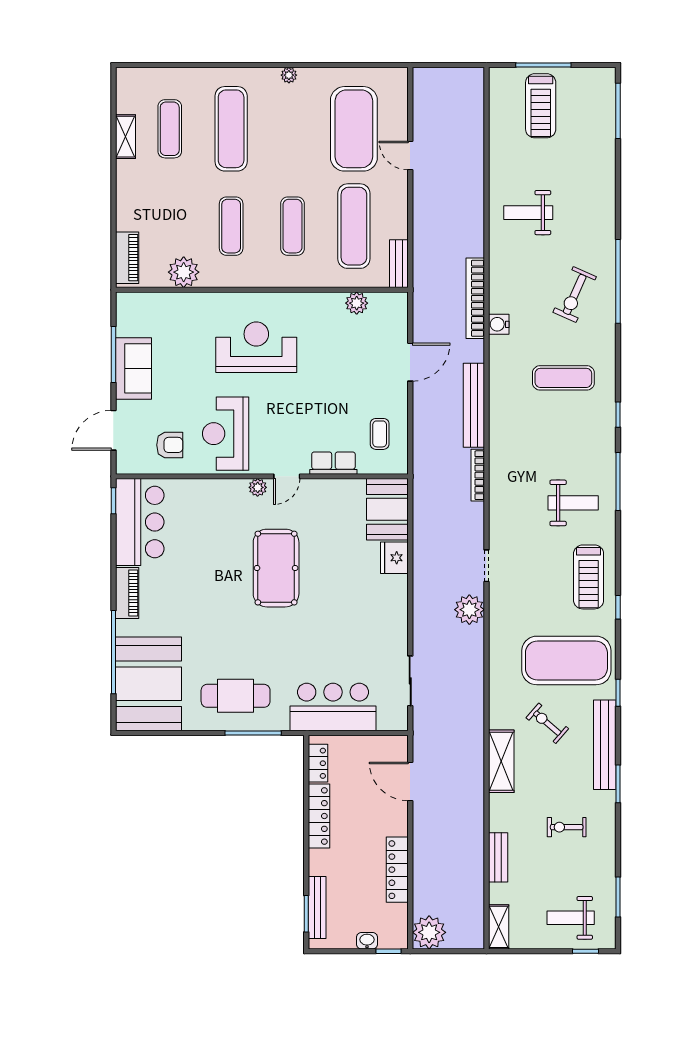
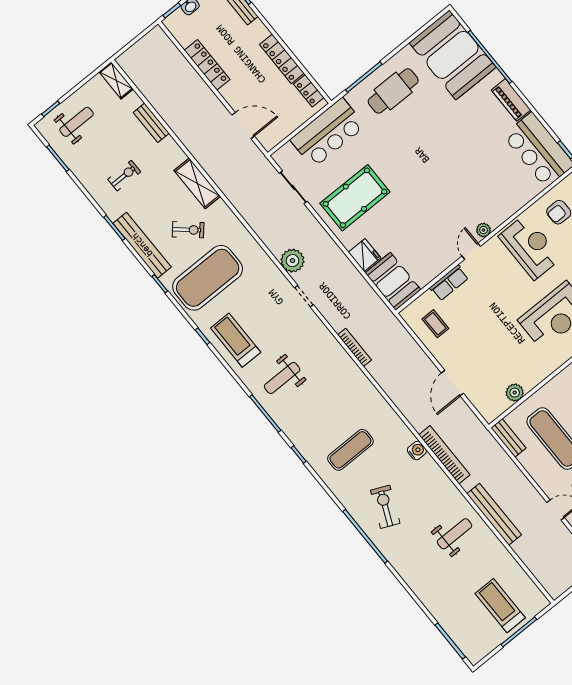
bench: (474, 405) -> (494, 514), moved
pool table: (276, 568) -> (355, 198), moved, turned 90
plant: (429, 932) -> (156, 42), removed

